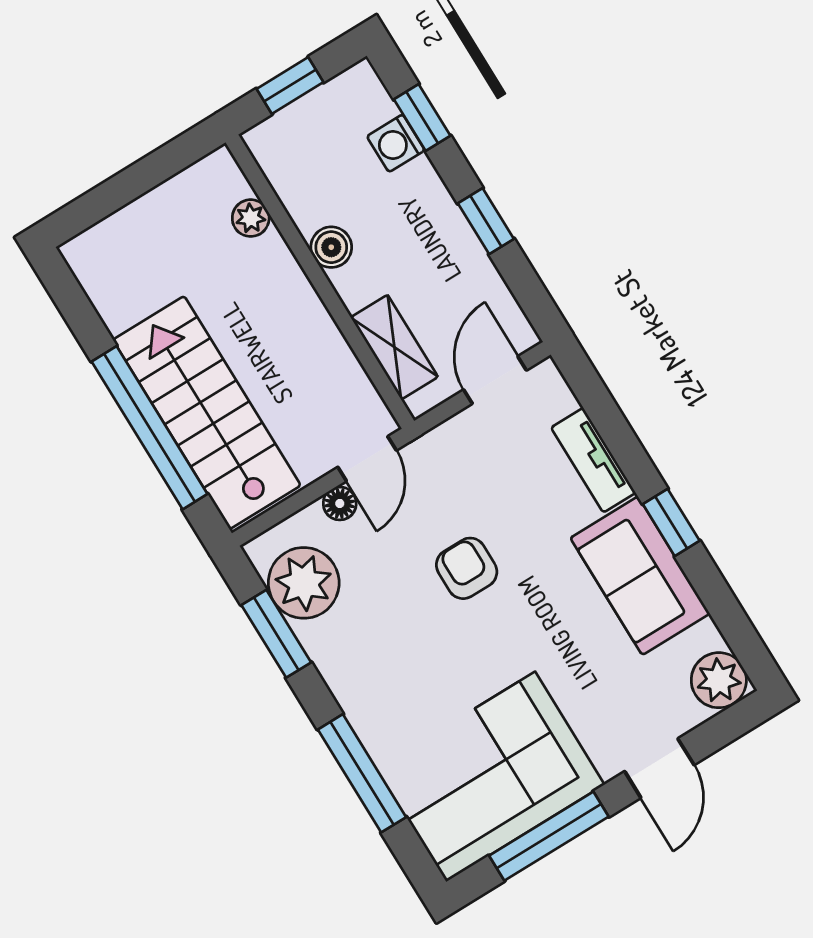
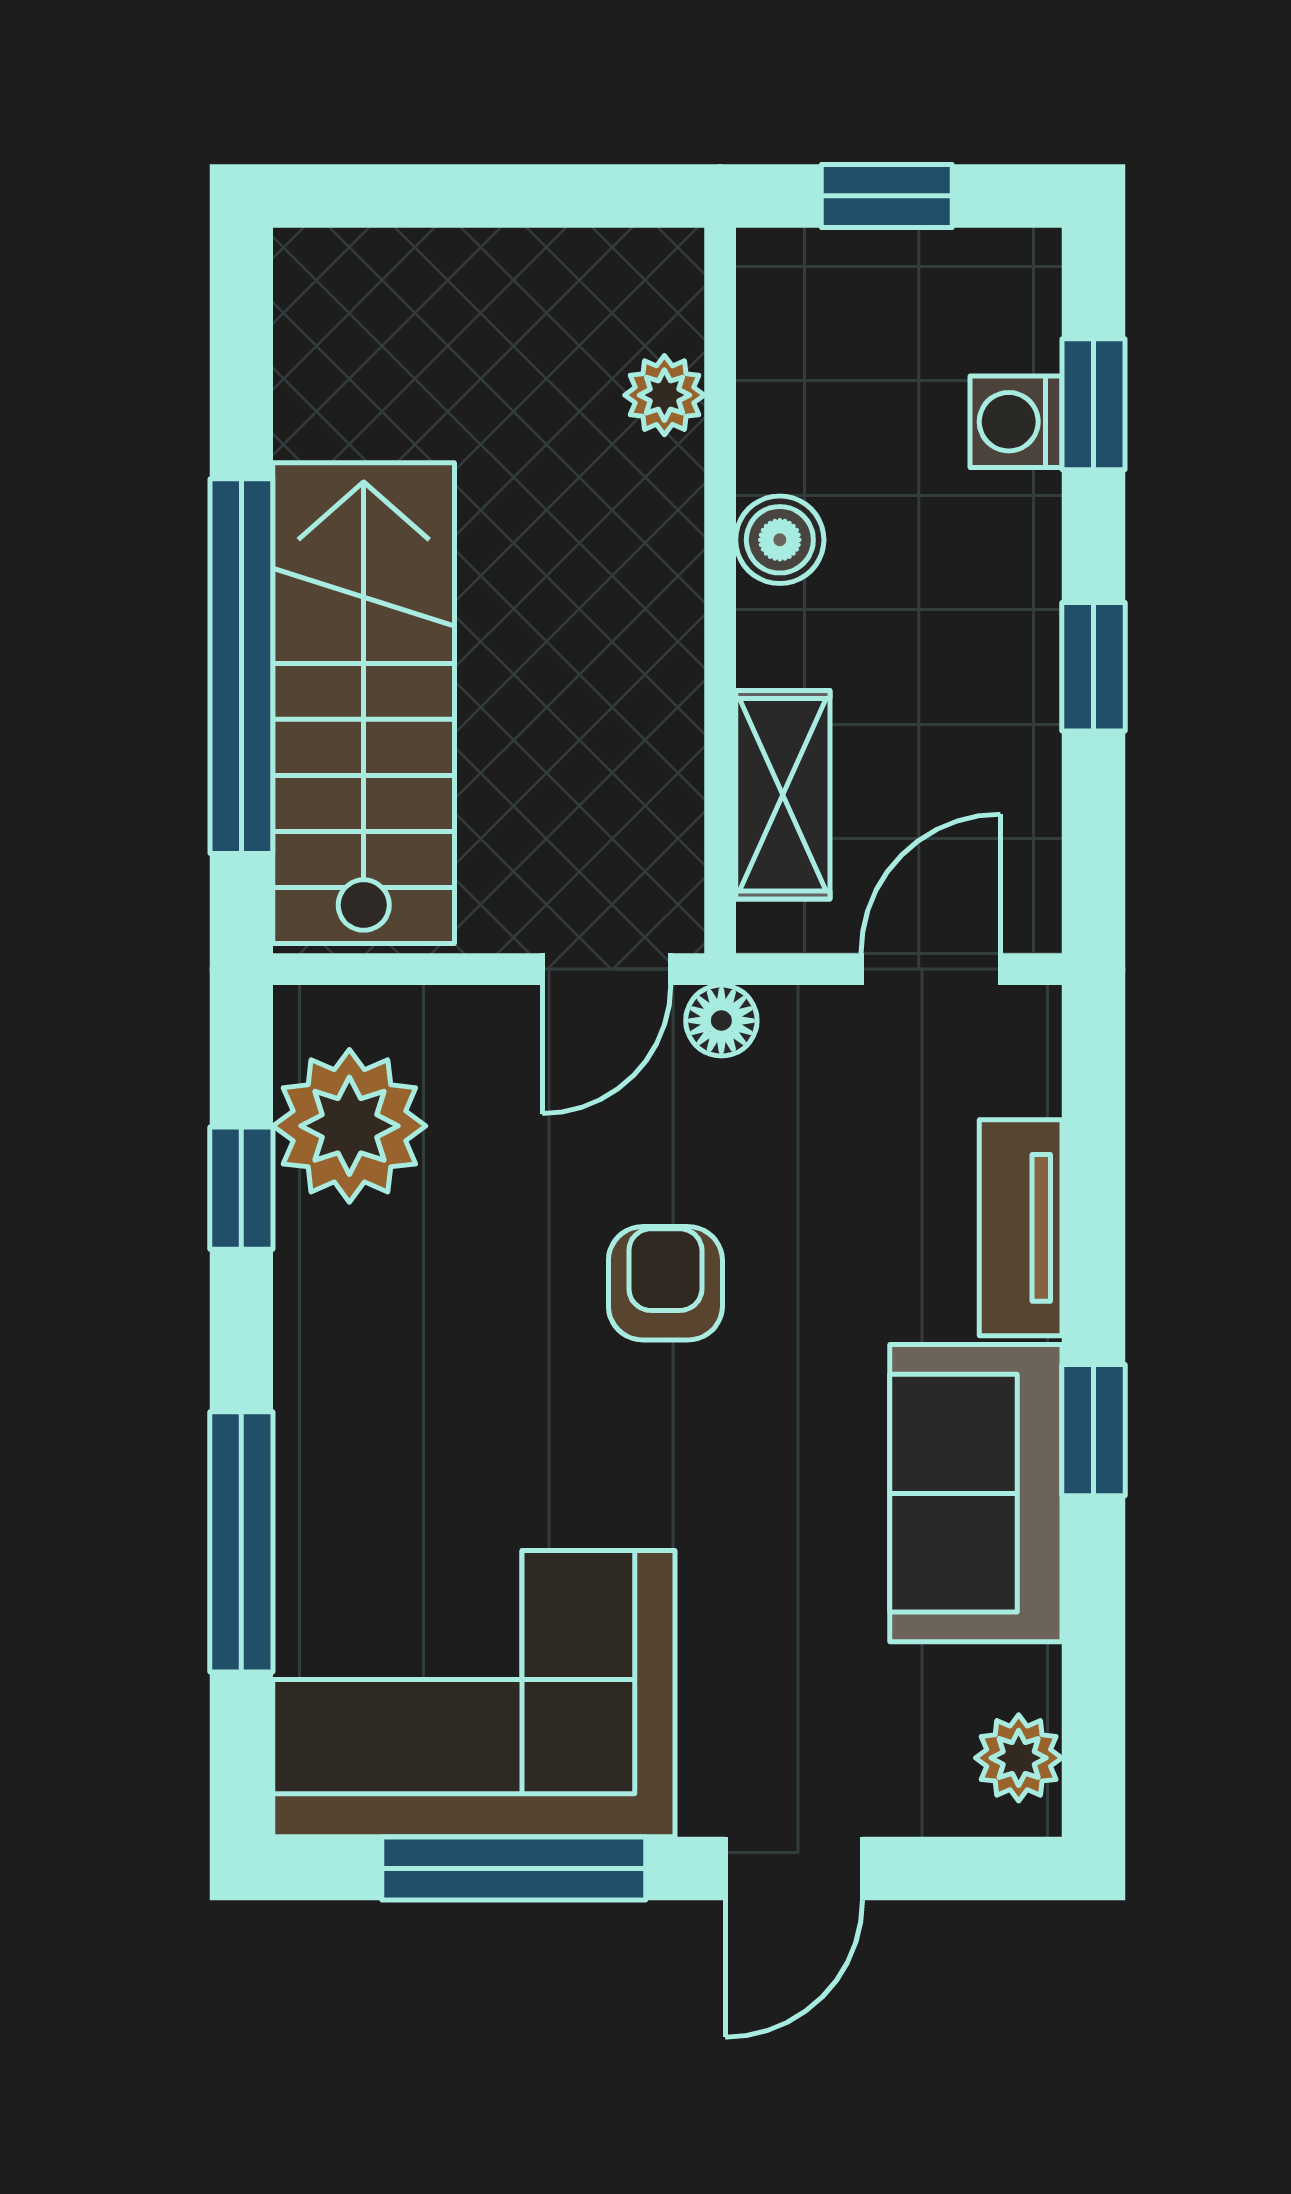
floor lamp: (340, 503) -> (721, 1021), moved
window: (276, 634) -> (241, 1188), width x0.67
plant: (719, 680) -> (1019, 1758), width x0.73, depth x0.73

